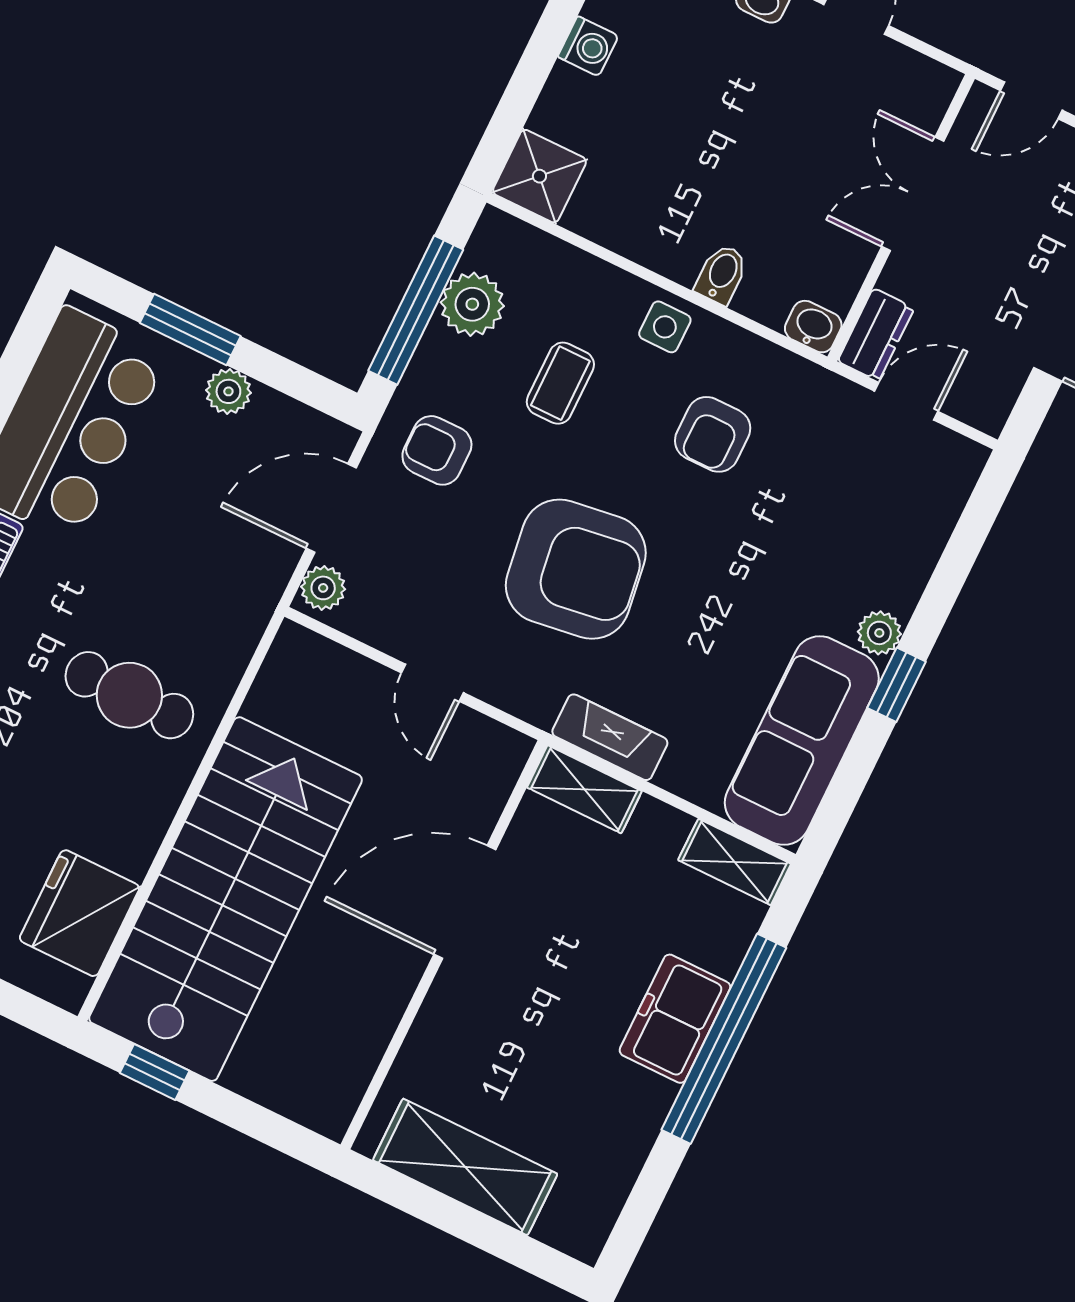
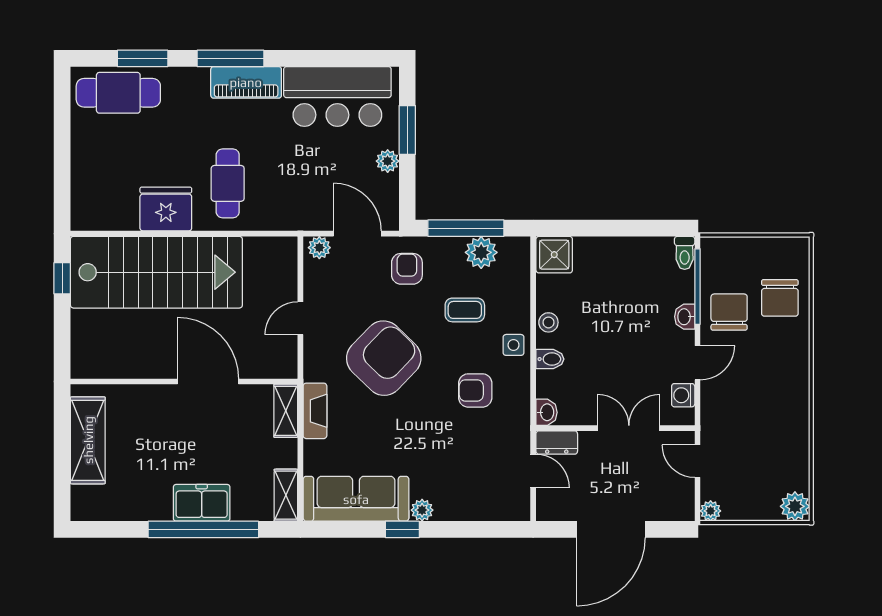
washing machine: (588, 46) -> (683, 395), moved, turned 90
stool: (655, 245) -> (548, 322), added
armchair: (576, 569) -> (384, 358), turned -128
fridge: (79, 913) -> (166, 209), moved

